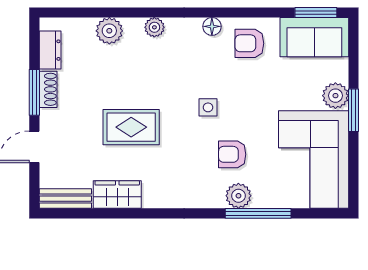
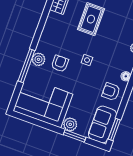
armchair: (249, 43) -> (111, 92), turned -90
window: (353, 110) -> (75, 136), moved

